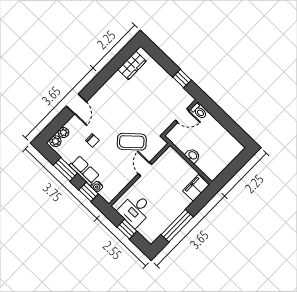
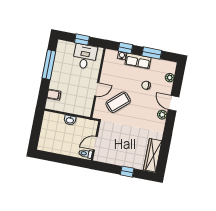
wardrobe: (132, 65) -> (153, 155), width x1.50
window: (182, 79) -> (127, 172), moved
plant: (55, 141) -> (162, 115), moved
door: (145, 169) -> (97, 89), hinge flipped
filing cabinet: (196, 188) -> (54, 95), width x0.50

